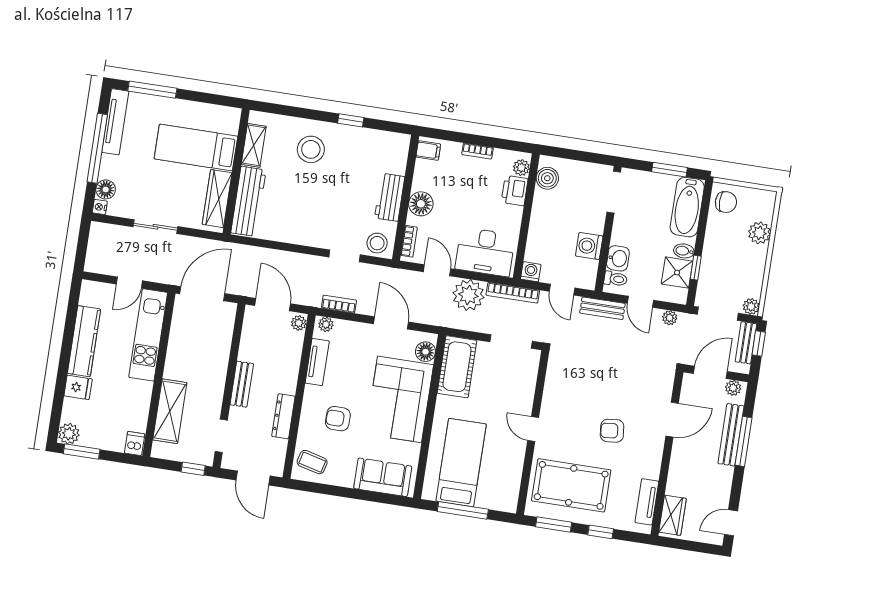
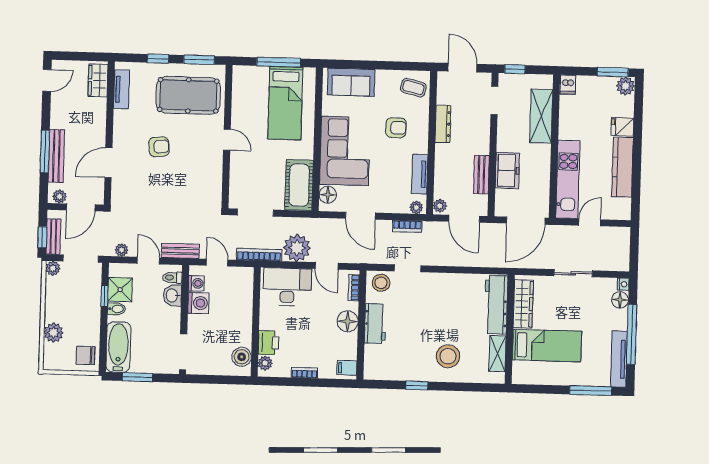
washing machine: (531, 272) -> (196, 283), moved, turned -90
freezer: (216, 354) -> (507, 171), added
bench: (242, 384) -> (481, 175), moved

